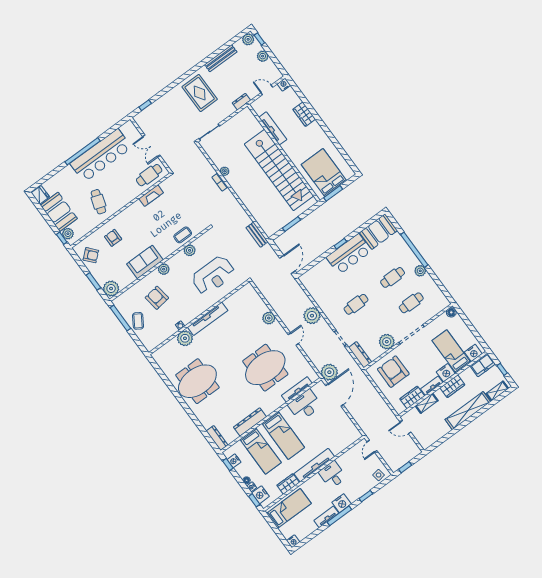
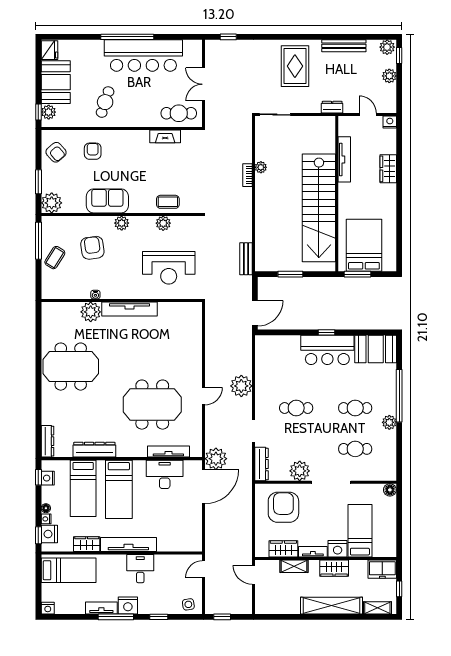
plant: (269, 318) -> (194, 355), removed
nightstand: (473, 353) -> (382, 549), removed

